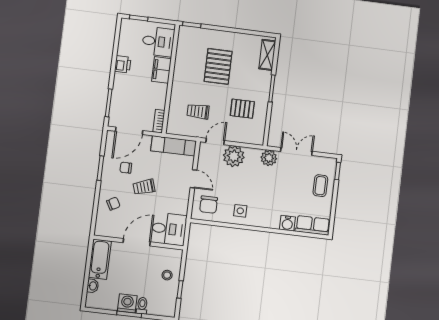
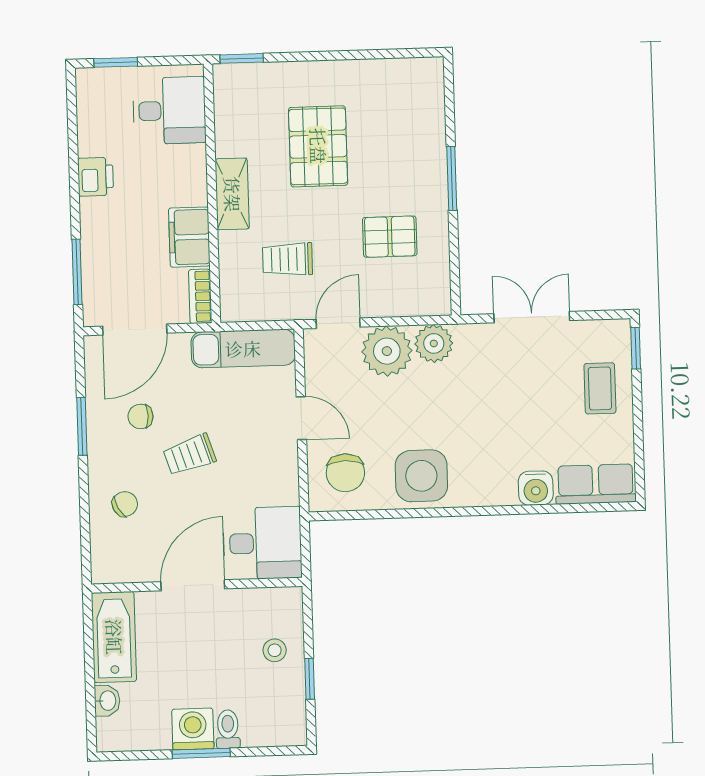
shelving: (267, 55) -> (232, 194), moved
filing cabinet: (161, 70) -> (189, 237), moved
plant: (269, 158) -> (434, 343), moved
side table: (240, 211) -> (421, 476), width x1.87, depth x1.87

